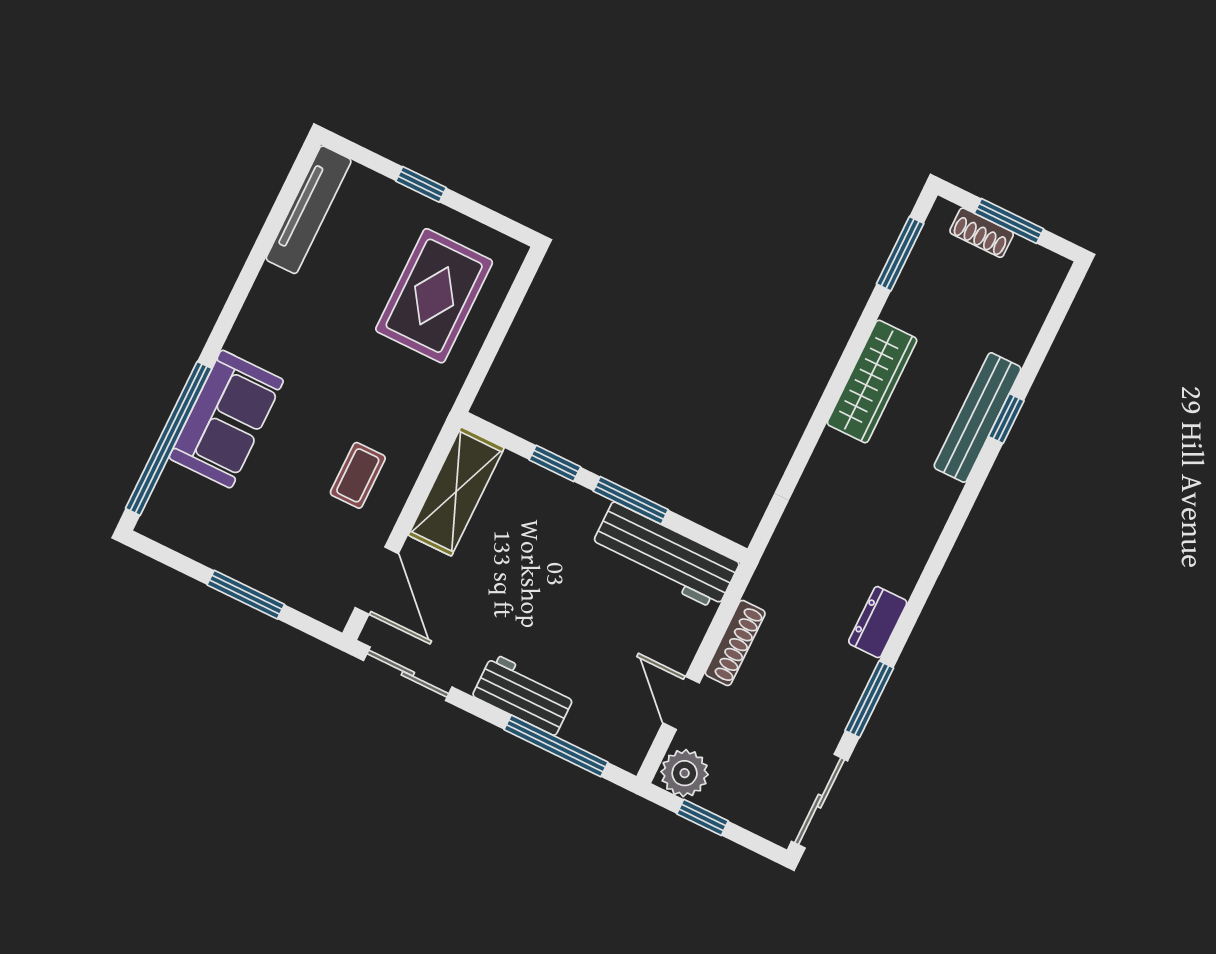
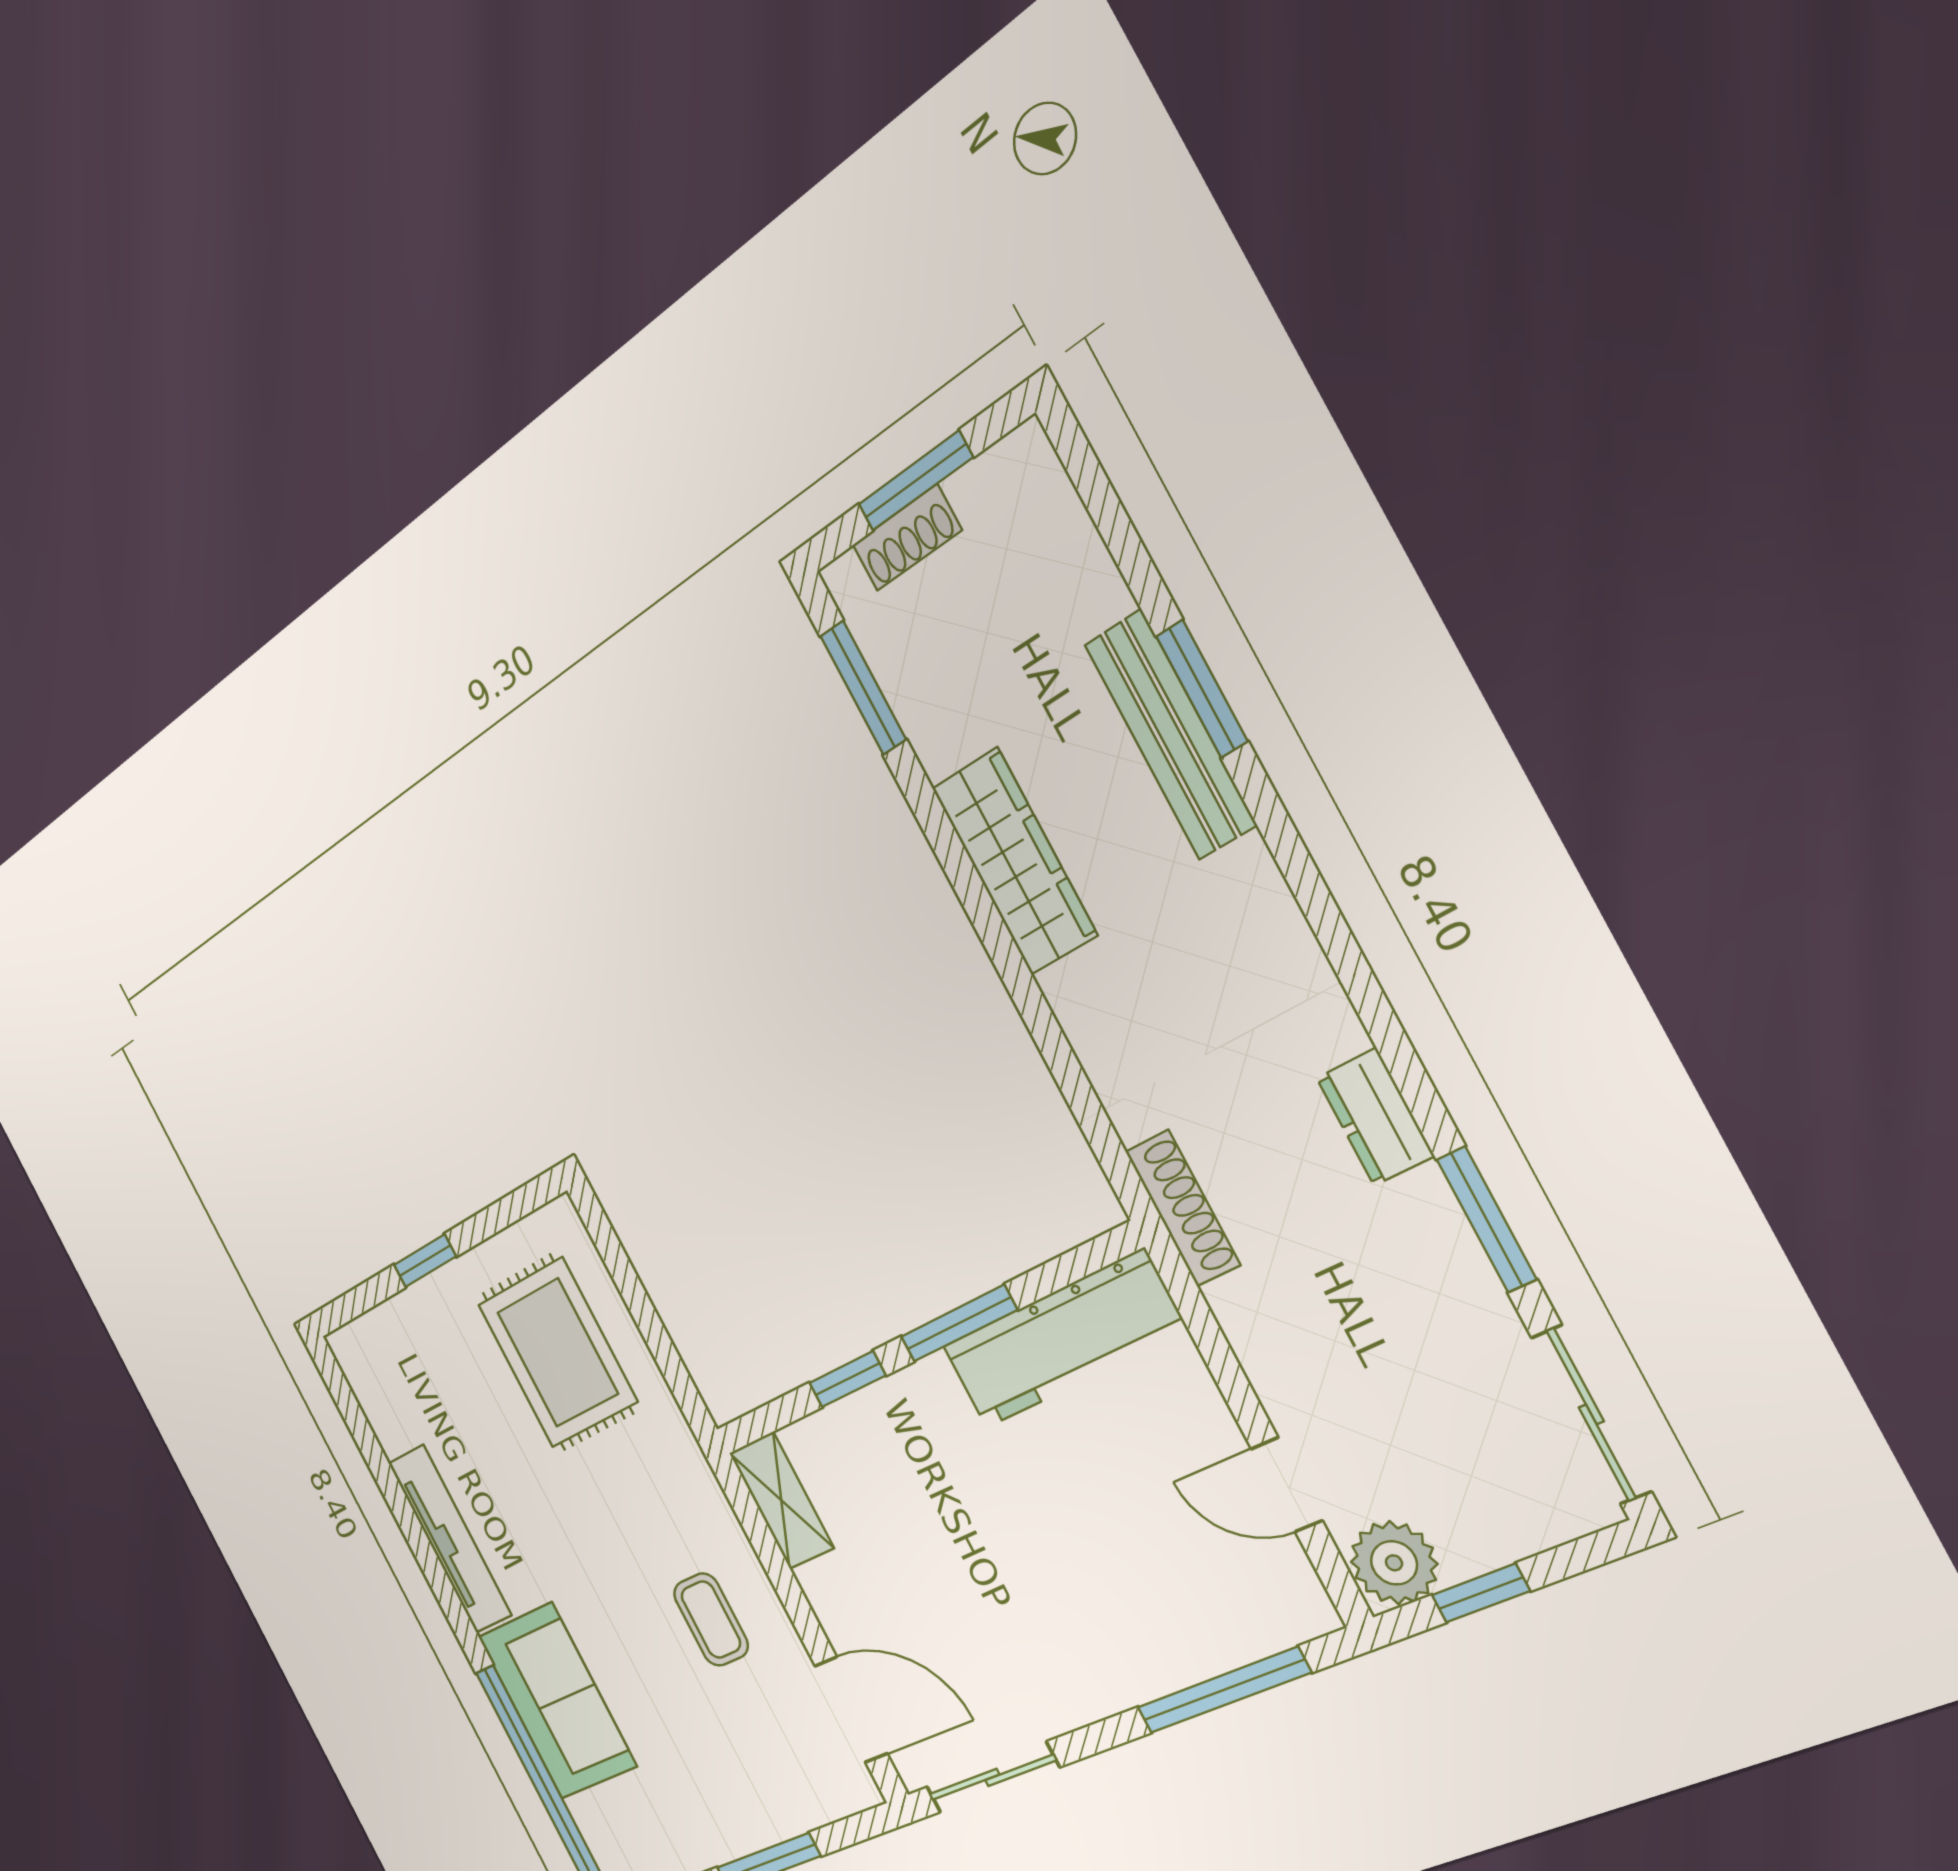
tv unit: (309, 210) -> (450, 1539), moved
window: (1006, 419) -> (1202, 689), width x1.50
shelving: (456, 492) -> (781, 1500), width x0.67, depth x0.75
shoe rack: (735, 643) -> (1183, 1208), moved
workbench: (524, 695) -> (1122, 1669), removed

